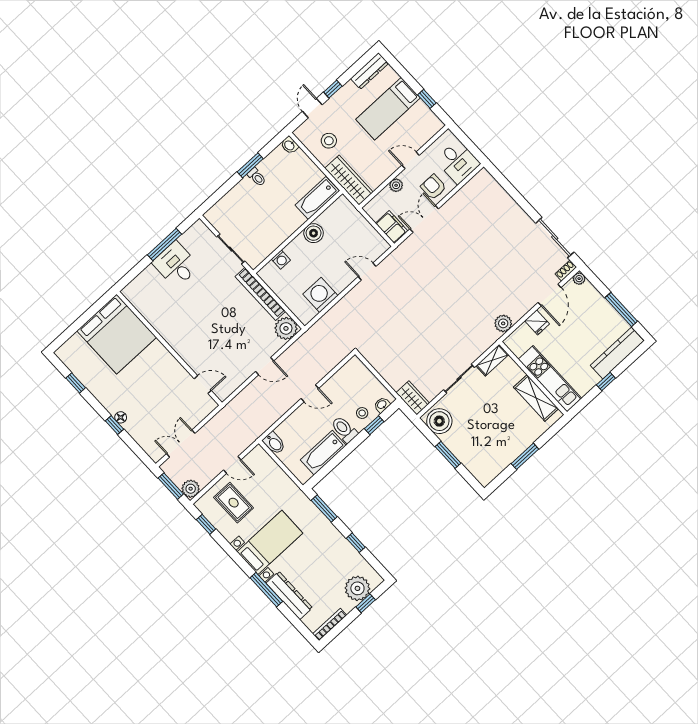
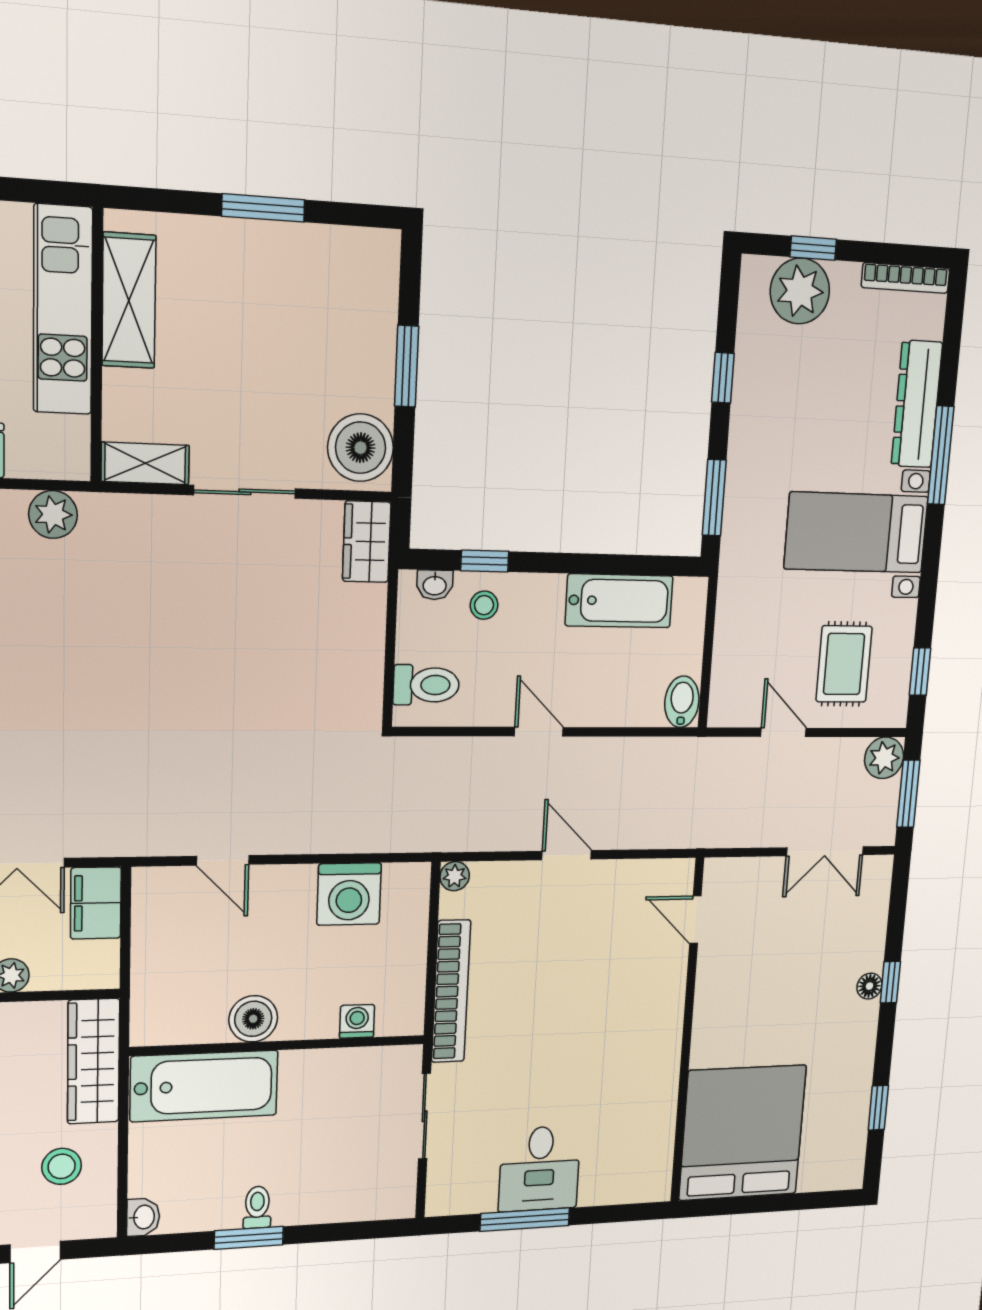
bathtub: (317, 198) -> (204, 1086), width x1.36, depth x1.36
plant: (286, 328) -> (455, 876), width x0.53, depth x0.53
toilet: (344, 429) -> (426, 685), moved, turned -90

